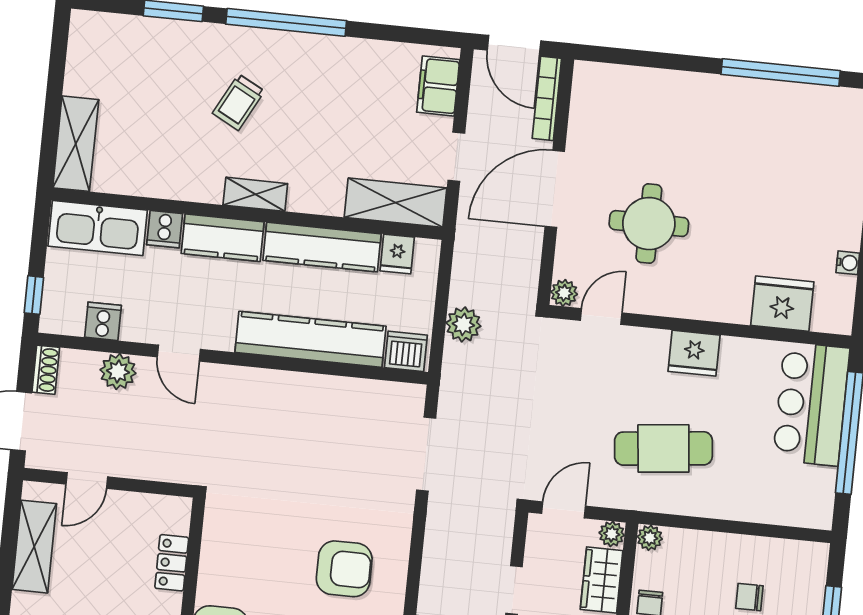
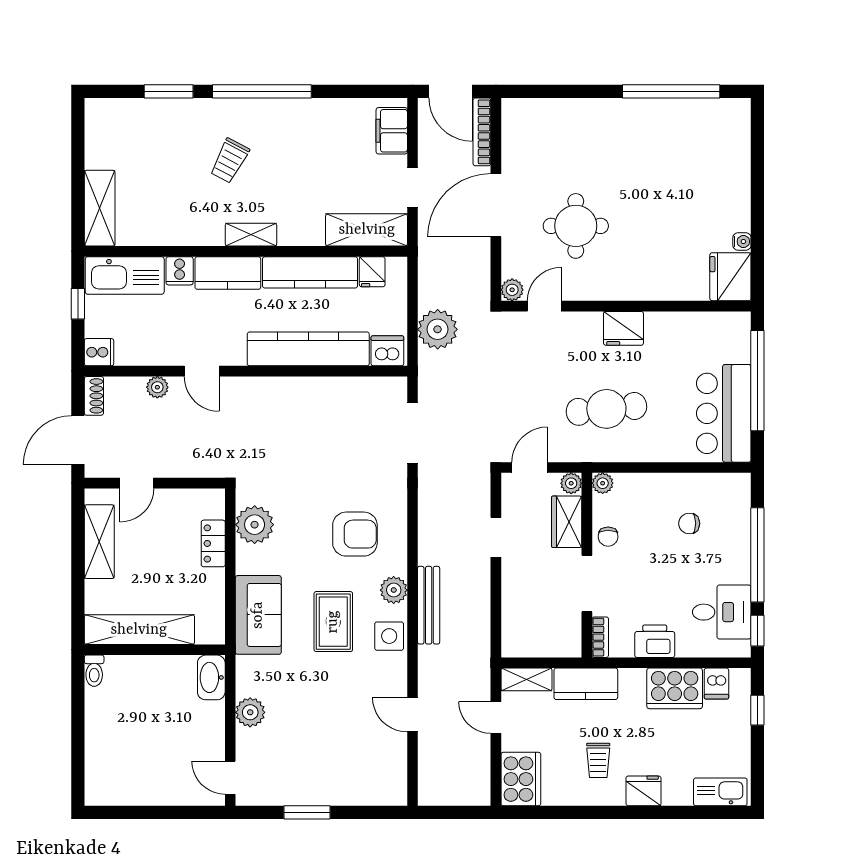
window: (34, 295) -> (78, 304), moved
fridge: (782, 304) -> (730, 277), moved, turned -90
cooker: (103, 321) -> (99, 352), moved, turned 90
plant: (463, 324) -> (438, 329), width x1.36, depth x1.36
plant: (118, 372) -> (157, 387), width x0.73, depth x0.73
bar counter: (811, 404) -> (724, 413), moved
plant: (224, 545) -> (255, 525), added

